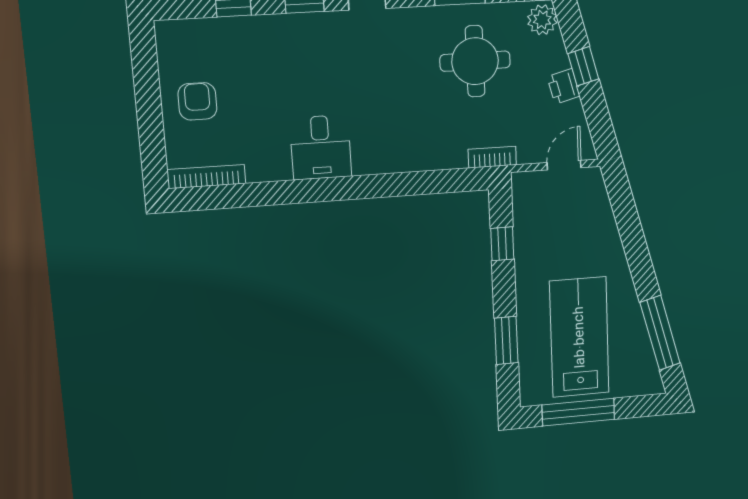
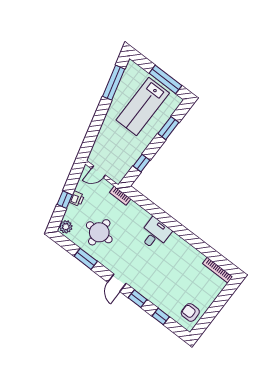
armchair: (197, 101) -> (190, 312), moved, turned 90
desk: (321, 147) -> (155, 234), moved

